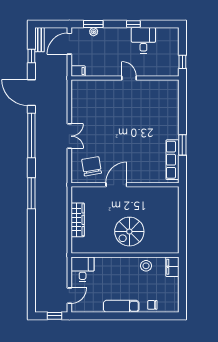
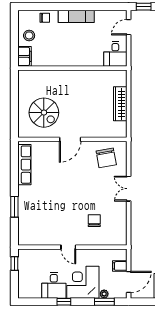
corner desk: (115, 43) -> (83, 282), added
filing cabinet: (78, 71) -> (120, 266), moved
chair: (103, 104) -> (94, 221), added
window: (182, 145) -> (14, 207), moved
door: (116, 185) -> (70, 139), moved
spiral stairs: (129, 232) -> (44, 113), moved, turned 90
stool: (146, 266) -> (29, 35), moved

